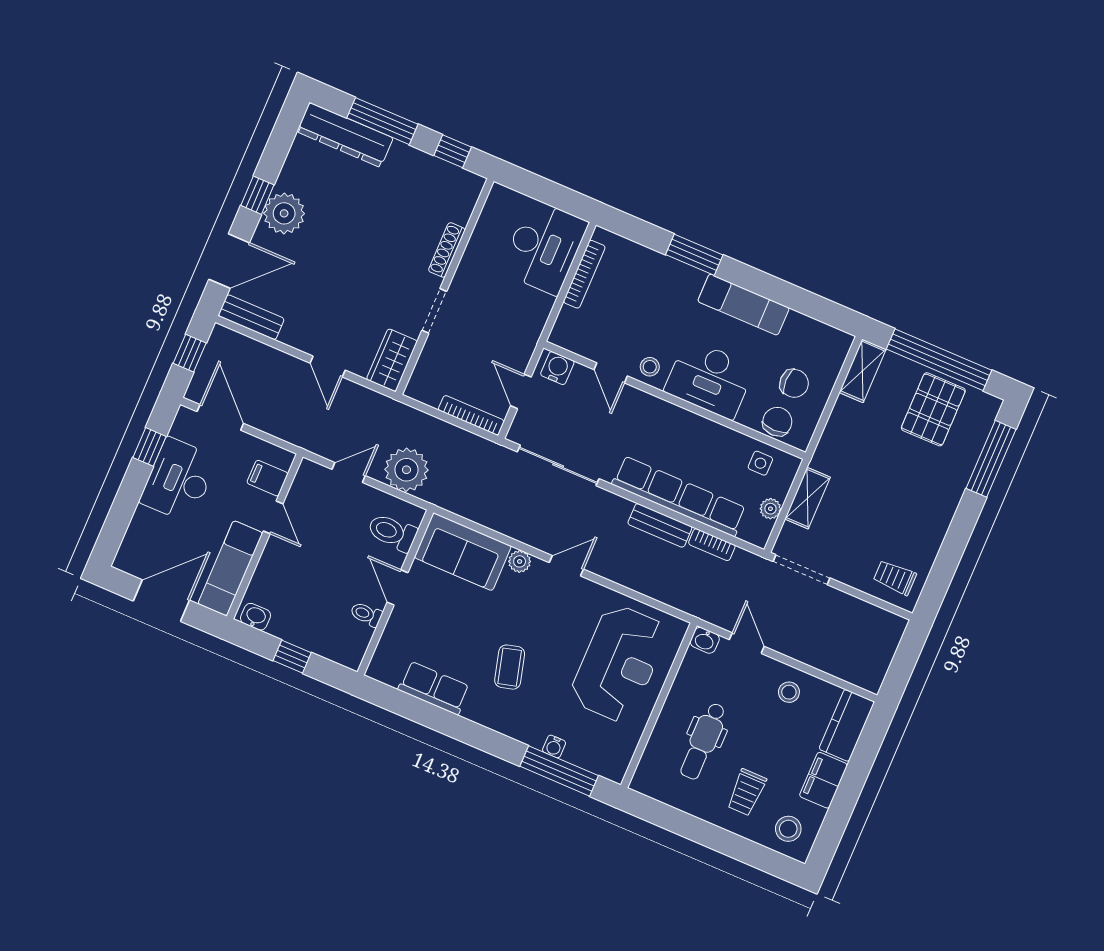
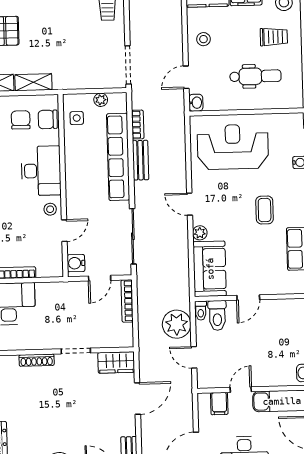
door: (328, 367) -> (137, 398), width x1.37
shelving: (808, 498) -> (33, 82), moved
toilet: (366, 614) -> (201, 311), moved
coffee table: (510, 667) -> (265, 210), turned -75

